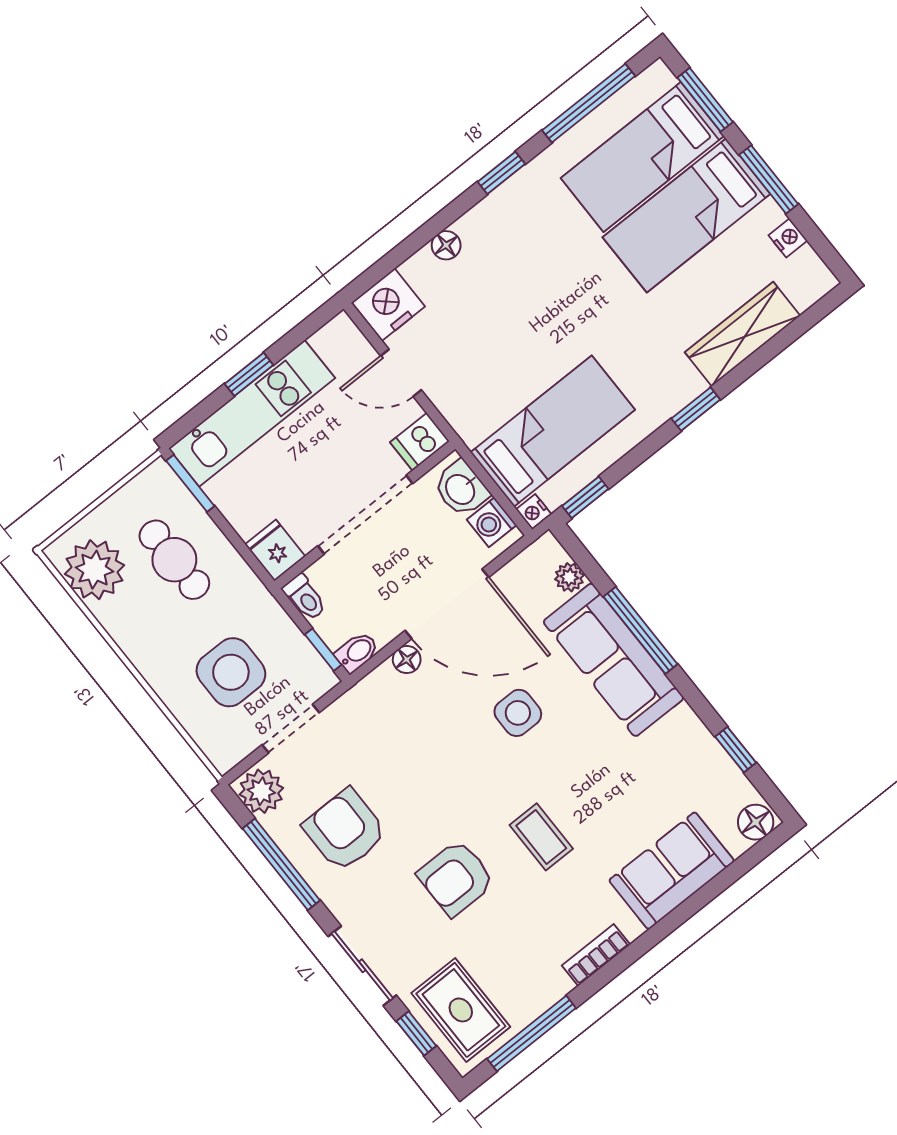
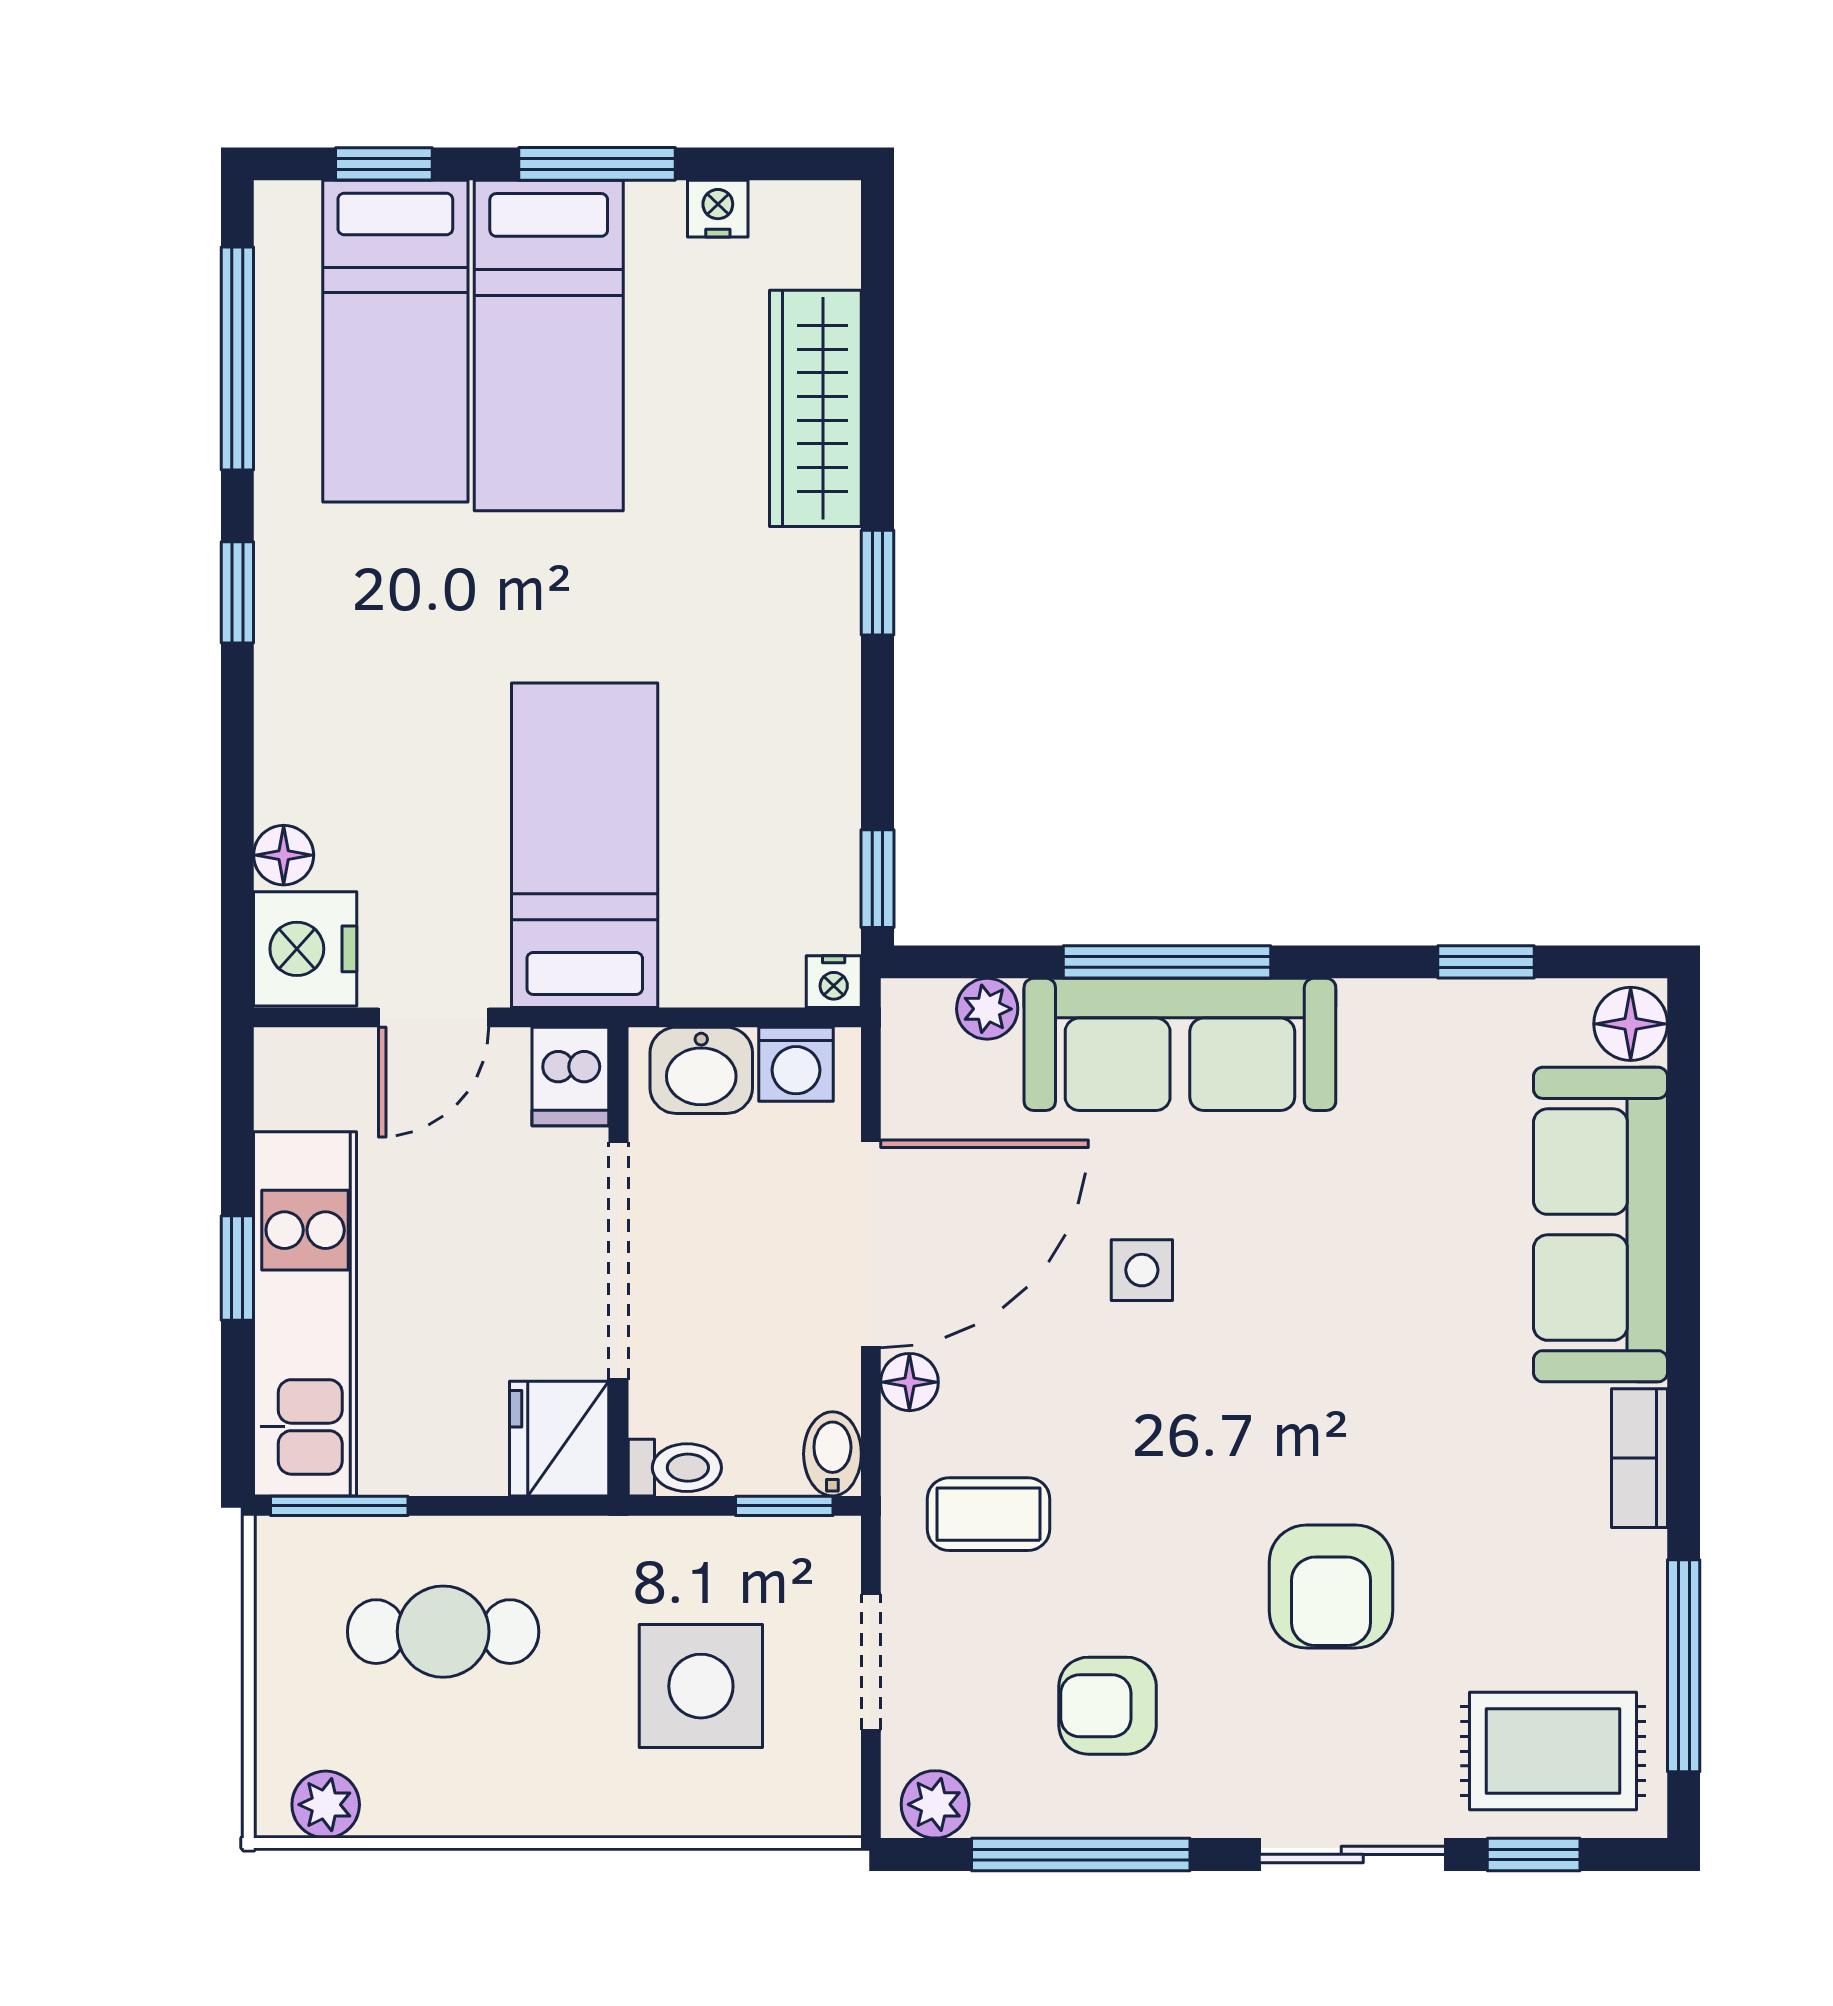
window: (705, 100) -> (384, 164), width x0.67
floor lamp: (446, 245) -> (284, 855), moved
bed: (553, 431) -> (585, 845), moved
fridge: (275, 550) -> (559, 1439), width x1.38
plant: (95, 570) -> (326, 1805), width x0.53, depth x0.53
side table: (518, 713) -> (1142, 1270), width x0.73, depth x0.73
plant: (261, 791) -> (935, 1804), width x0.73, depth x0.73
armchair: (345, 830) -> (1108, 1706), width x0.72, depth x0.72
coffee table: (541, 837) -> (989, 1514), moved
sofa: (672, 871) -> (1600, 1225), width x1.36

